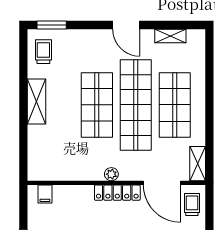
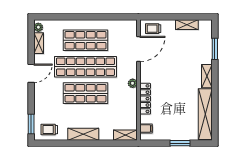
plant: (194, 36) -> (38, 27), added
shelving: (198, 164) -> (125, 135), moved
locker: (117, 193) -> (145, 99), moved

